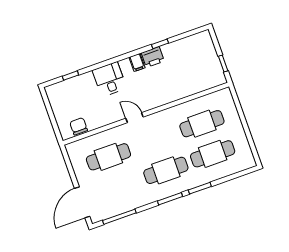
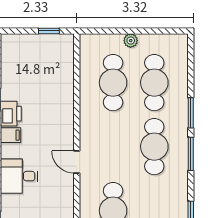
door: (135, 118) -> (77, 162), hinge flipped
plant: (237, 126) -> (131, 41), added

